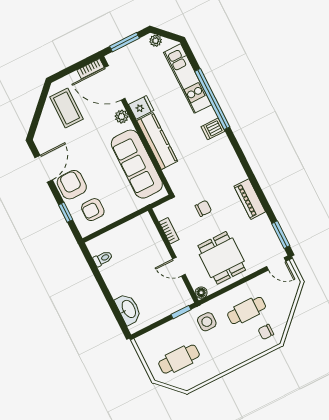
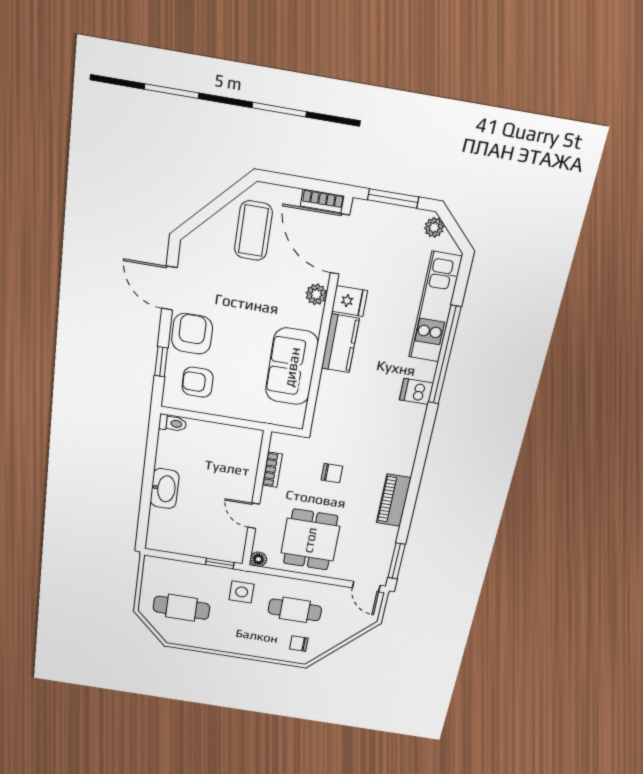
kitchen counter: (157, 141) -> (340, 343), width x0.67
sofa: (137, 164) -> (292, 367), width x0.73
door: (44, 169) -> (169, 288), swing flipped
toilet: (103, 259) -> (173, 423), moved
washbasin: (128, 309) -> (165, 489), moved

